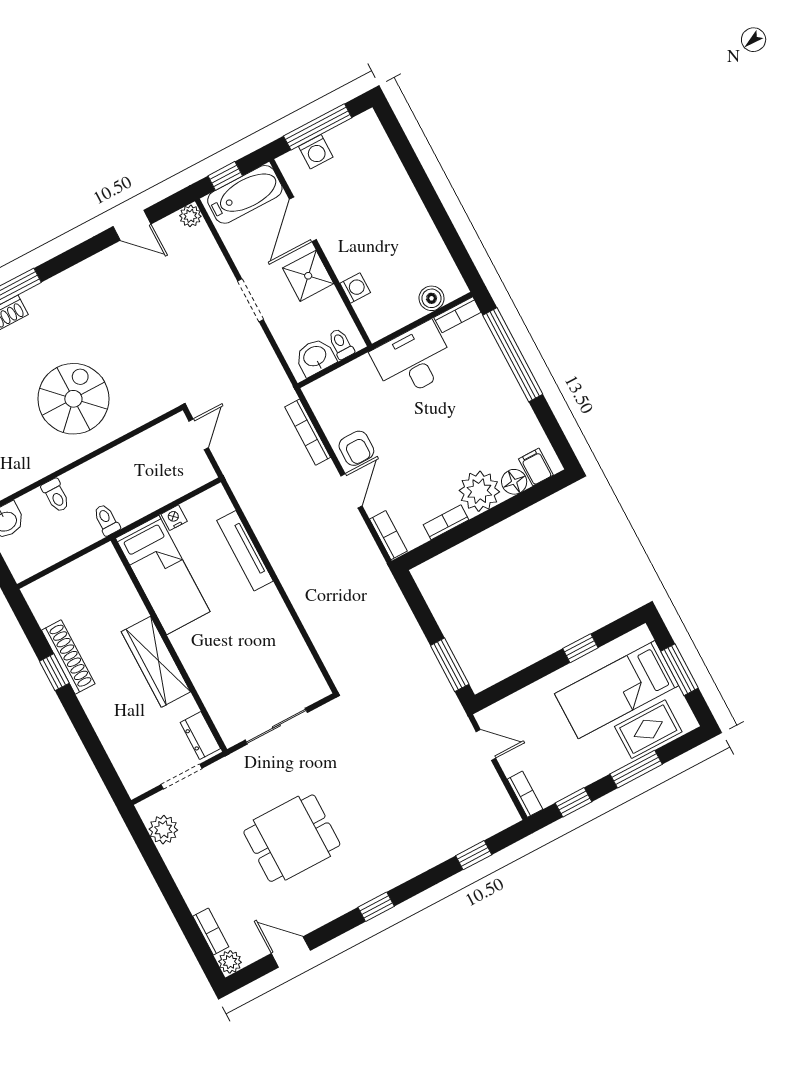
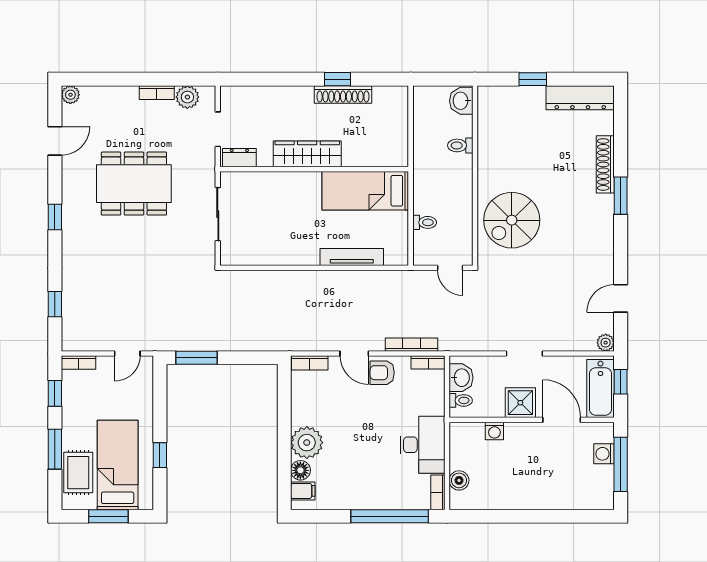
spiral stairs: (73, 399) -> (512, 220), moved, turned 90
nightstand: (174, 518) -> (401, 220), removed
toilet: (106, 520) -> (425, 222), moved
bookcase: (446, 522) -> (428, 362), moved, turned 90
dining table: (292, 838) -> (134, 184), width x1.38
bookcase: (211, 931) -> (157, 93), moved

